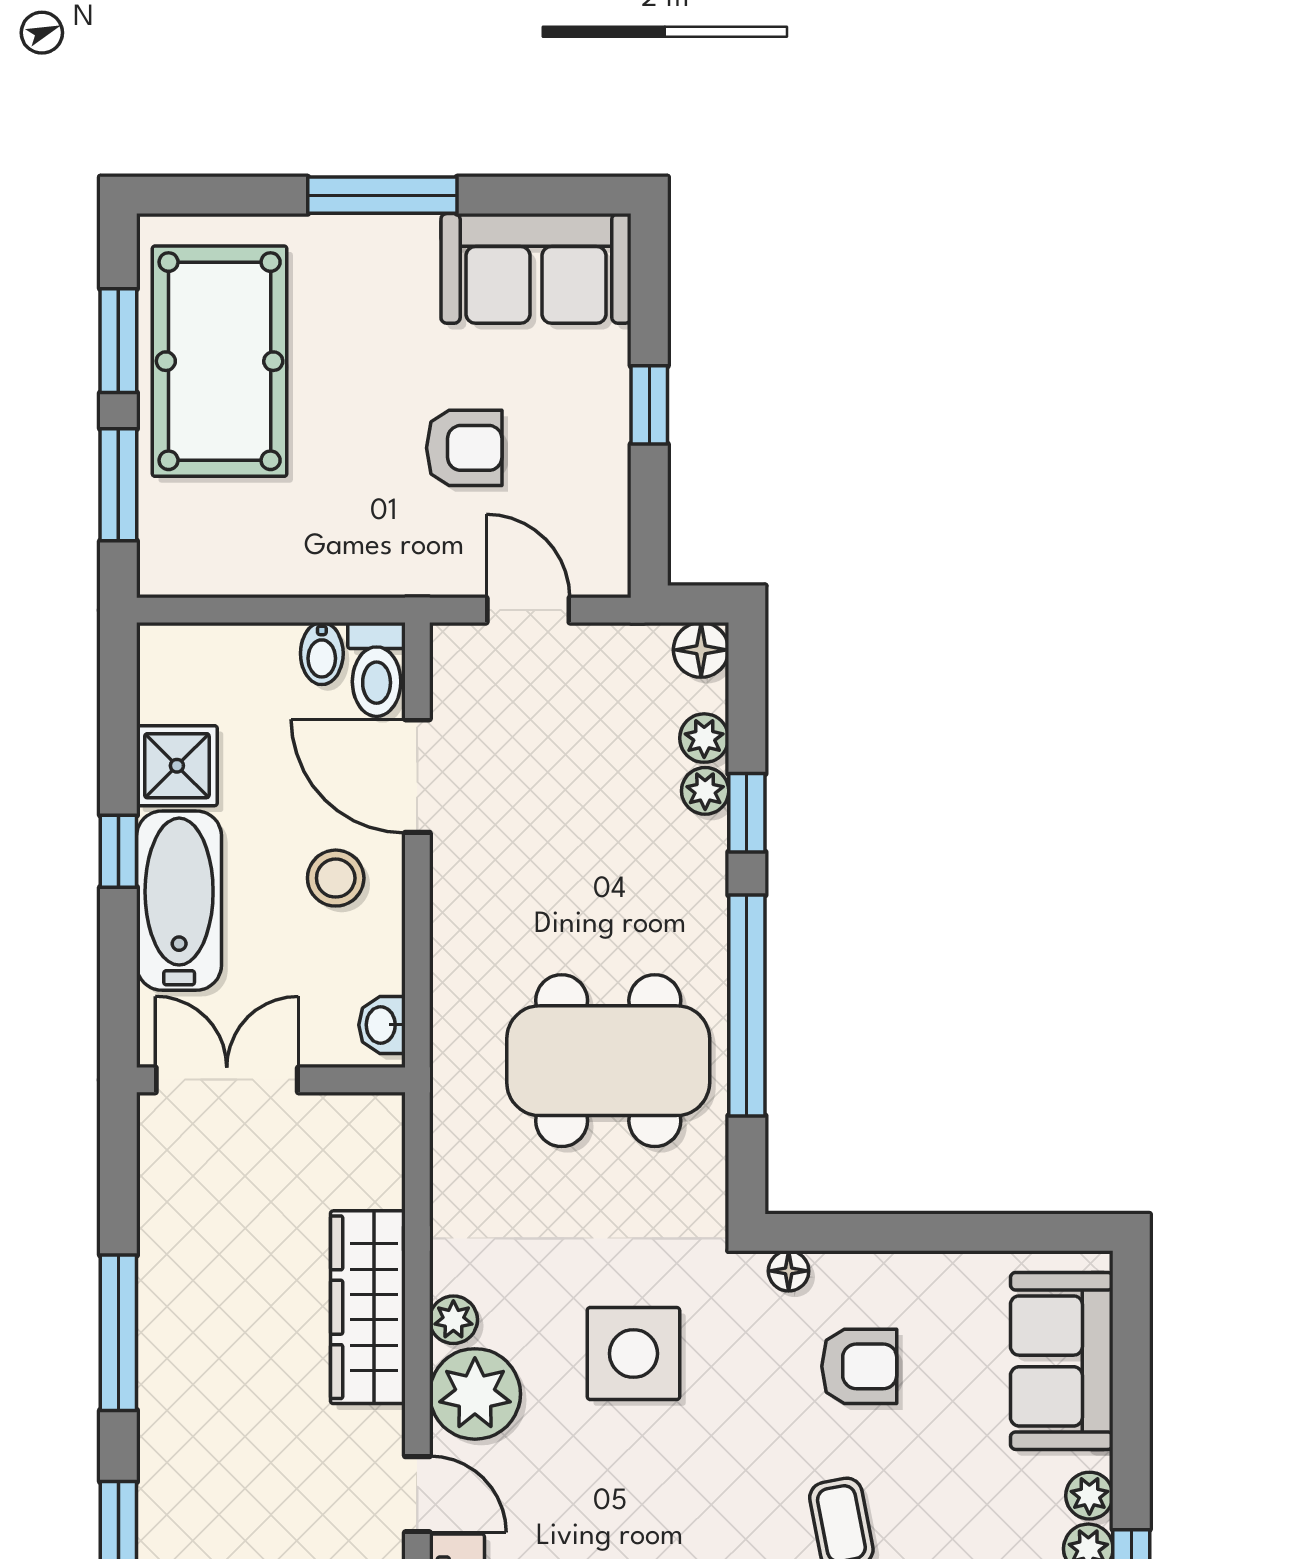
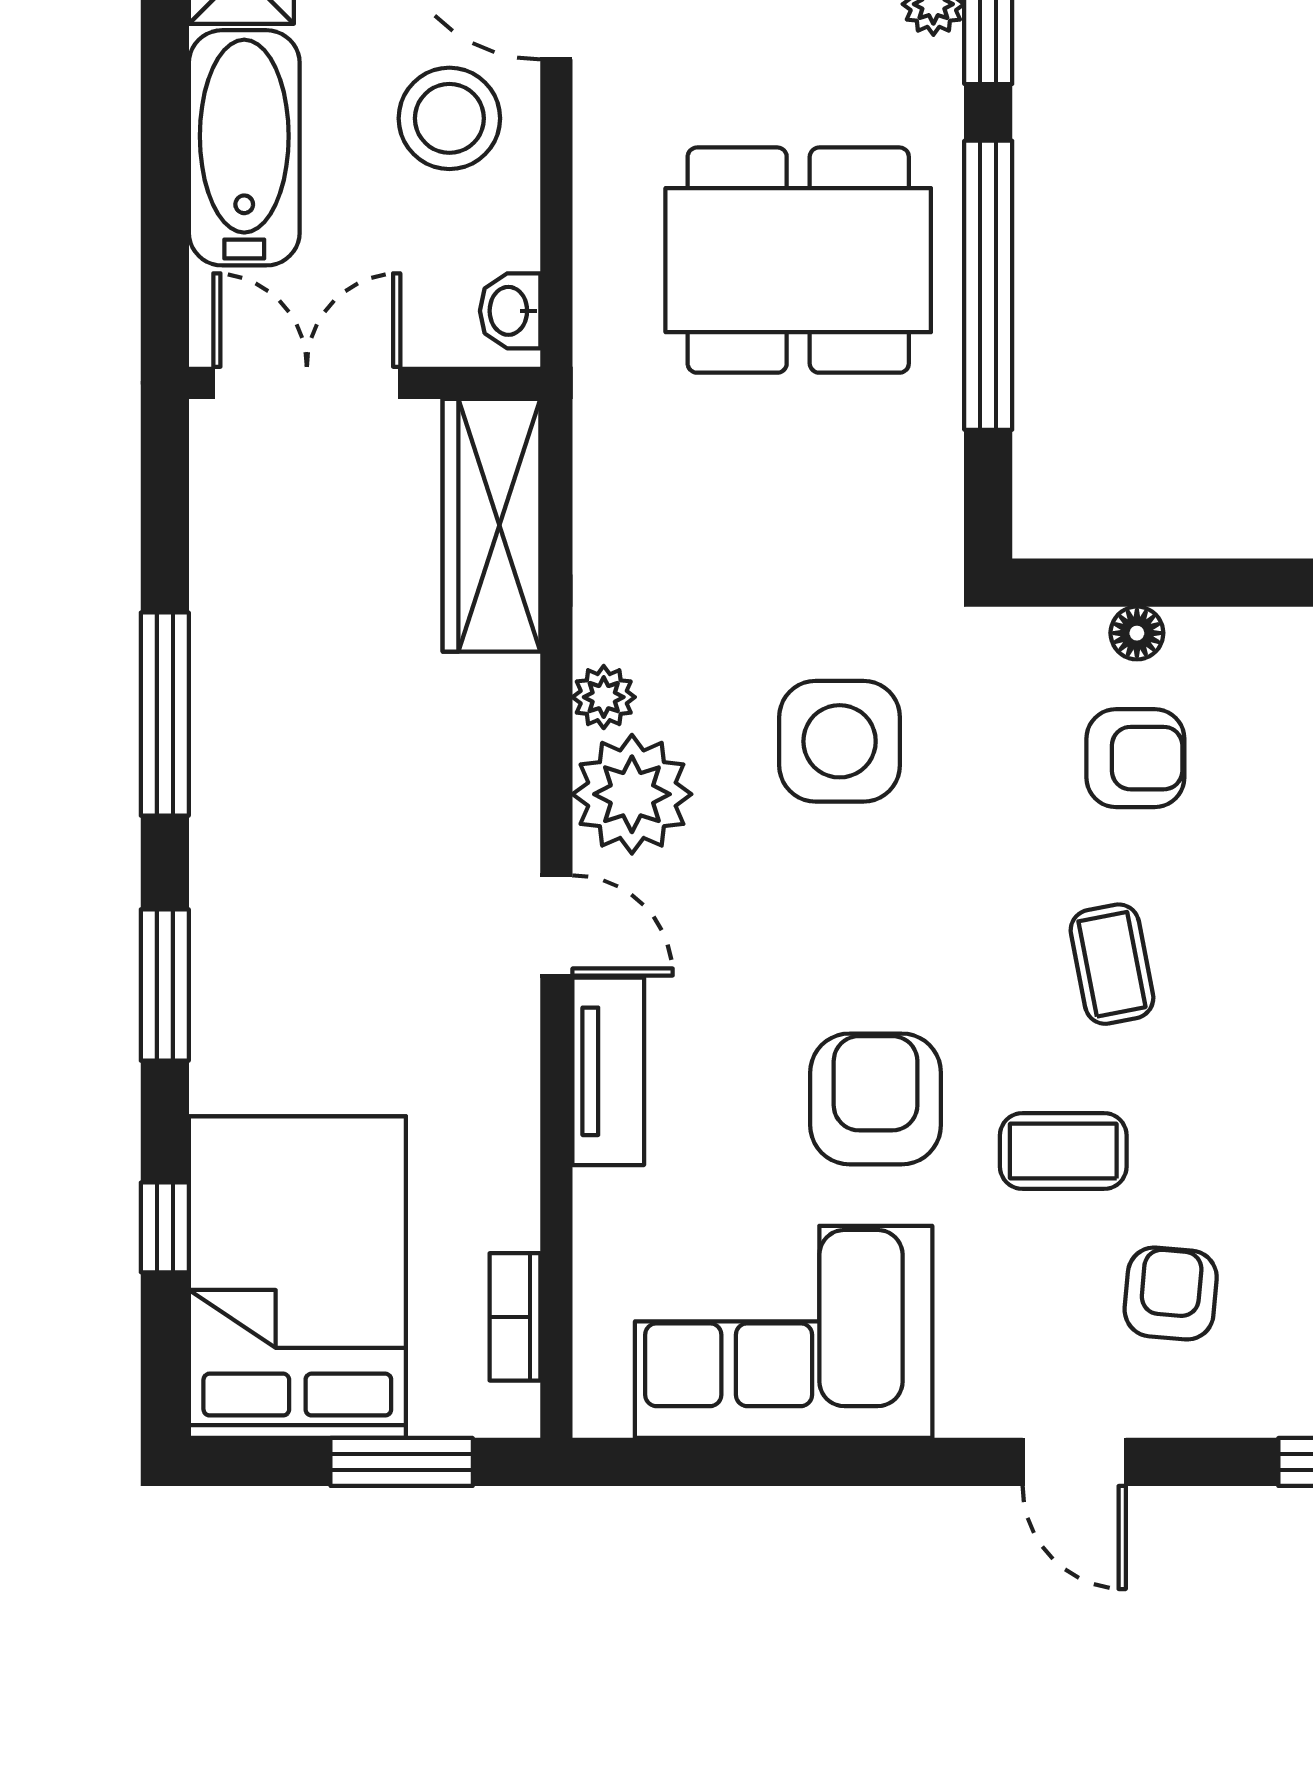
window: (118, 851) -> (165, 83), removed
stool: (336, 878) -> (449, 118), width x1.38, depth x1.38
dining table: (608, 1061) -> (798, 260), moved
floor lamp: (789, 1271) -> (1137, 633), moved
wardrobe: (368, 1307) -> (492, 525), moved

